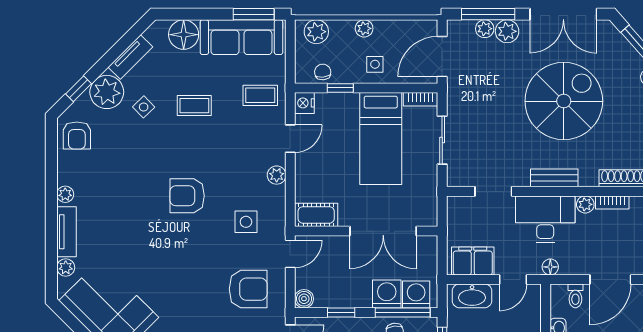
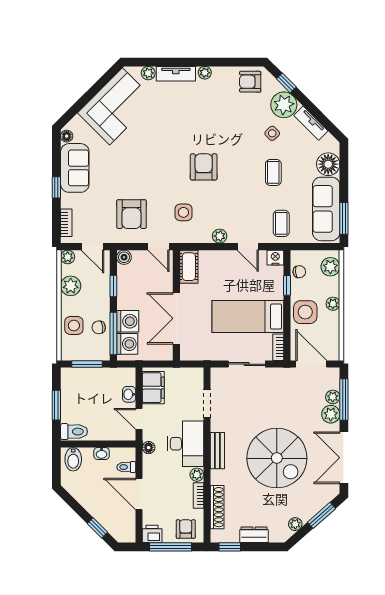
side table: (375, 64) -> (305, 312), width x1.87, depth x1.87
washbasin: (472, 296) -> (129, 394), width x0.52, depth x0.69

